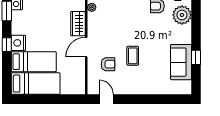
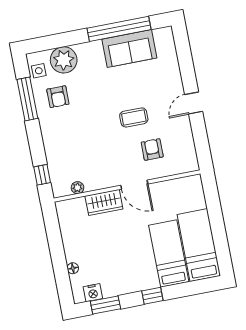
nightstand: (18, 43) -> (147, 280), removed
window: (196, 57) -> (119, 29), width x3.17
door: (106, 99) -> (194, 103), moved

